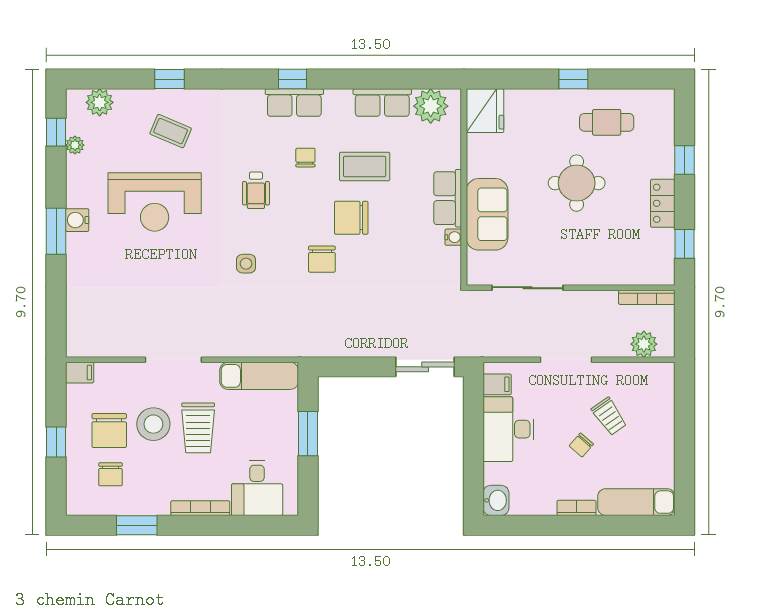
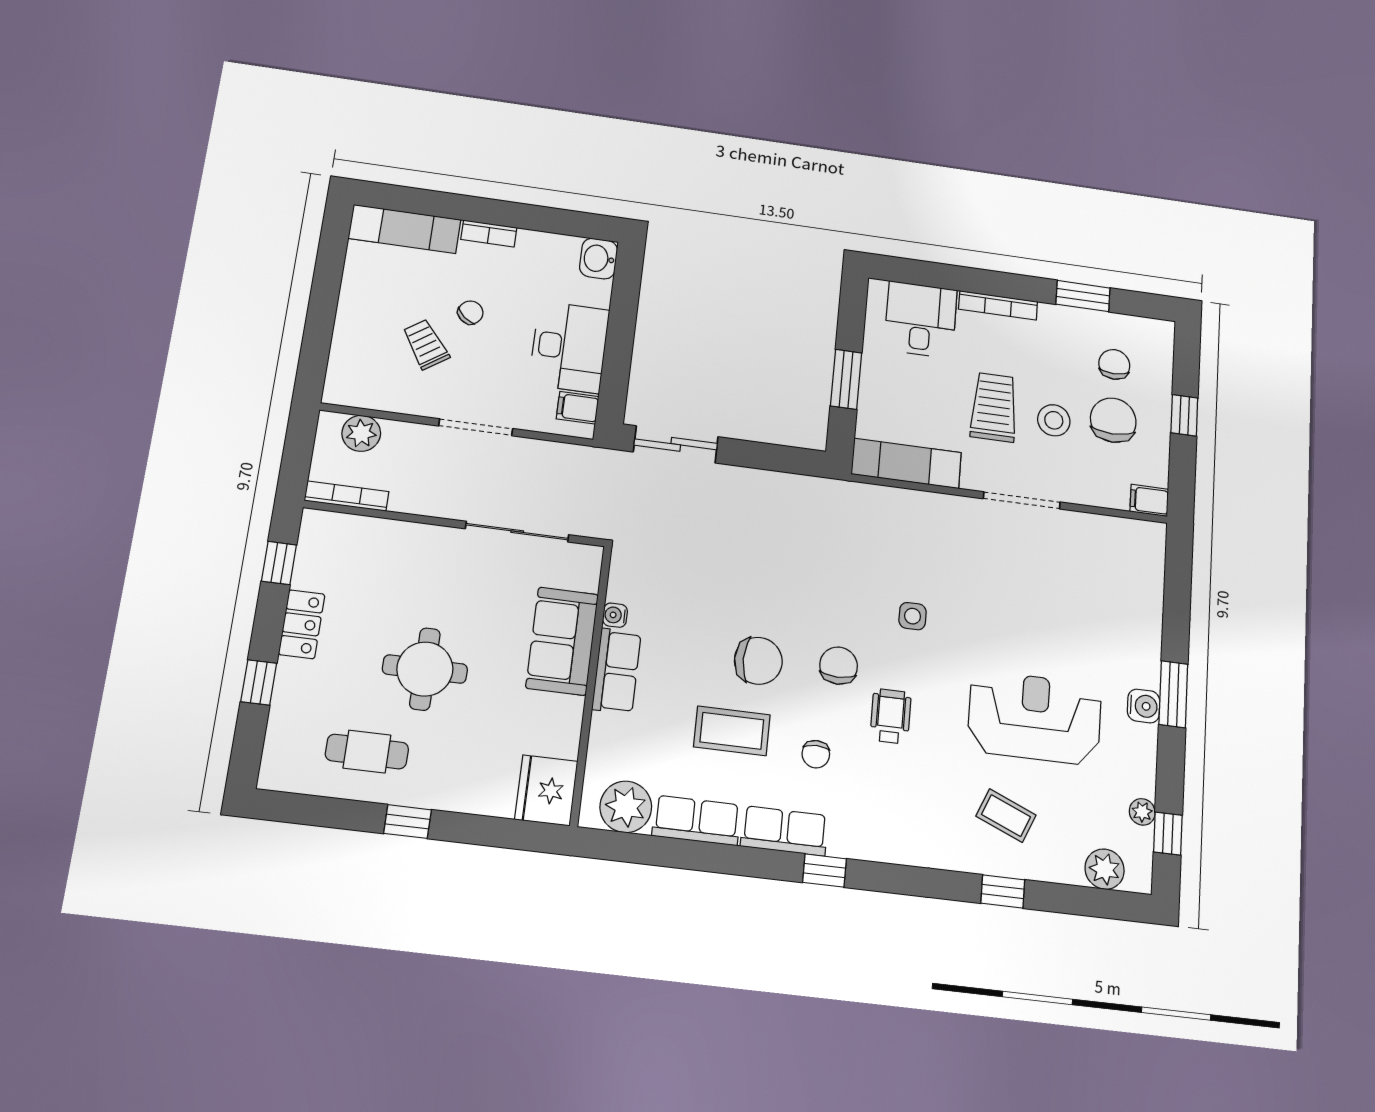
row of seats: (294, 103) -> (784, 831), moved
chair: (322, 259) -> (839, 666), moved
stool: (153, 424) -> (1054, 420), width x0.73, depth x0.73

